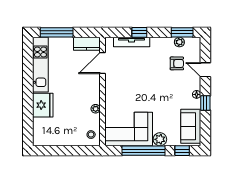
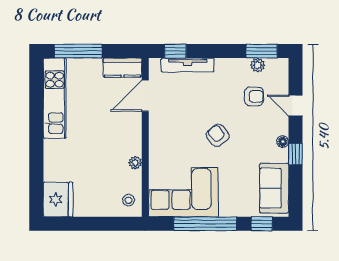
window: (139, 32) -> (175, 51), moved
armchair: (152, 90) -> (218, 135), added
fridge: (43, 105) -> (58, 199), moved
plant: (160, 139) -> (229, 207), removed

